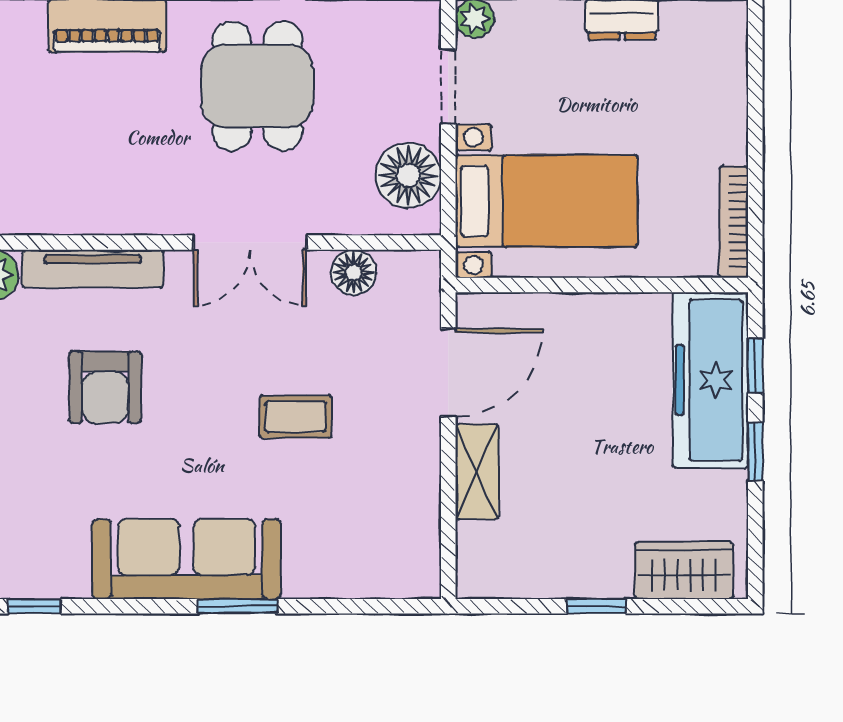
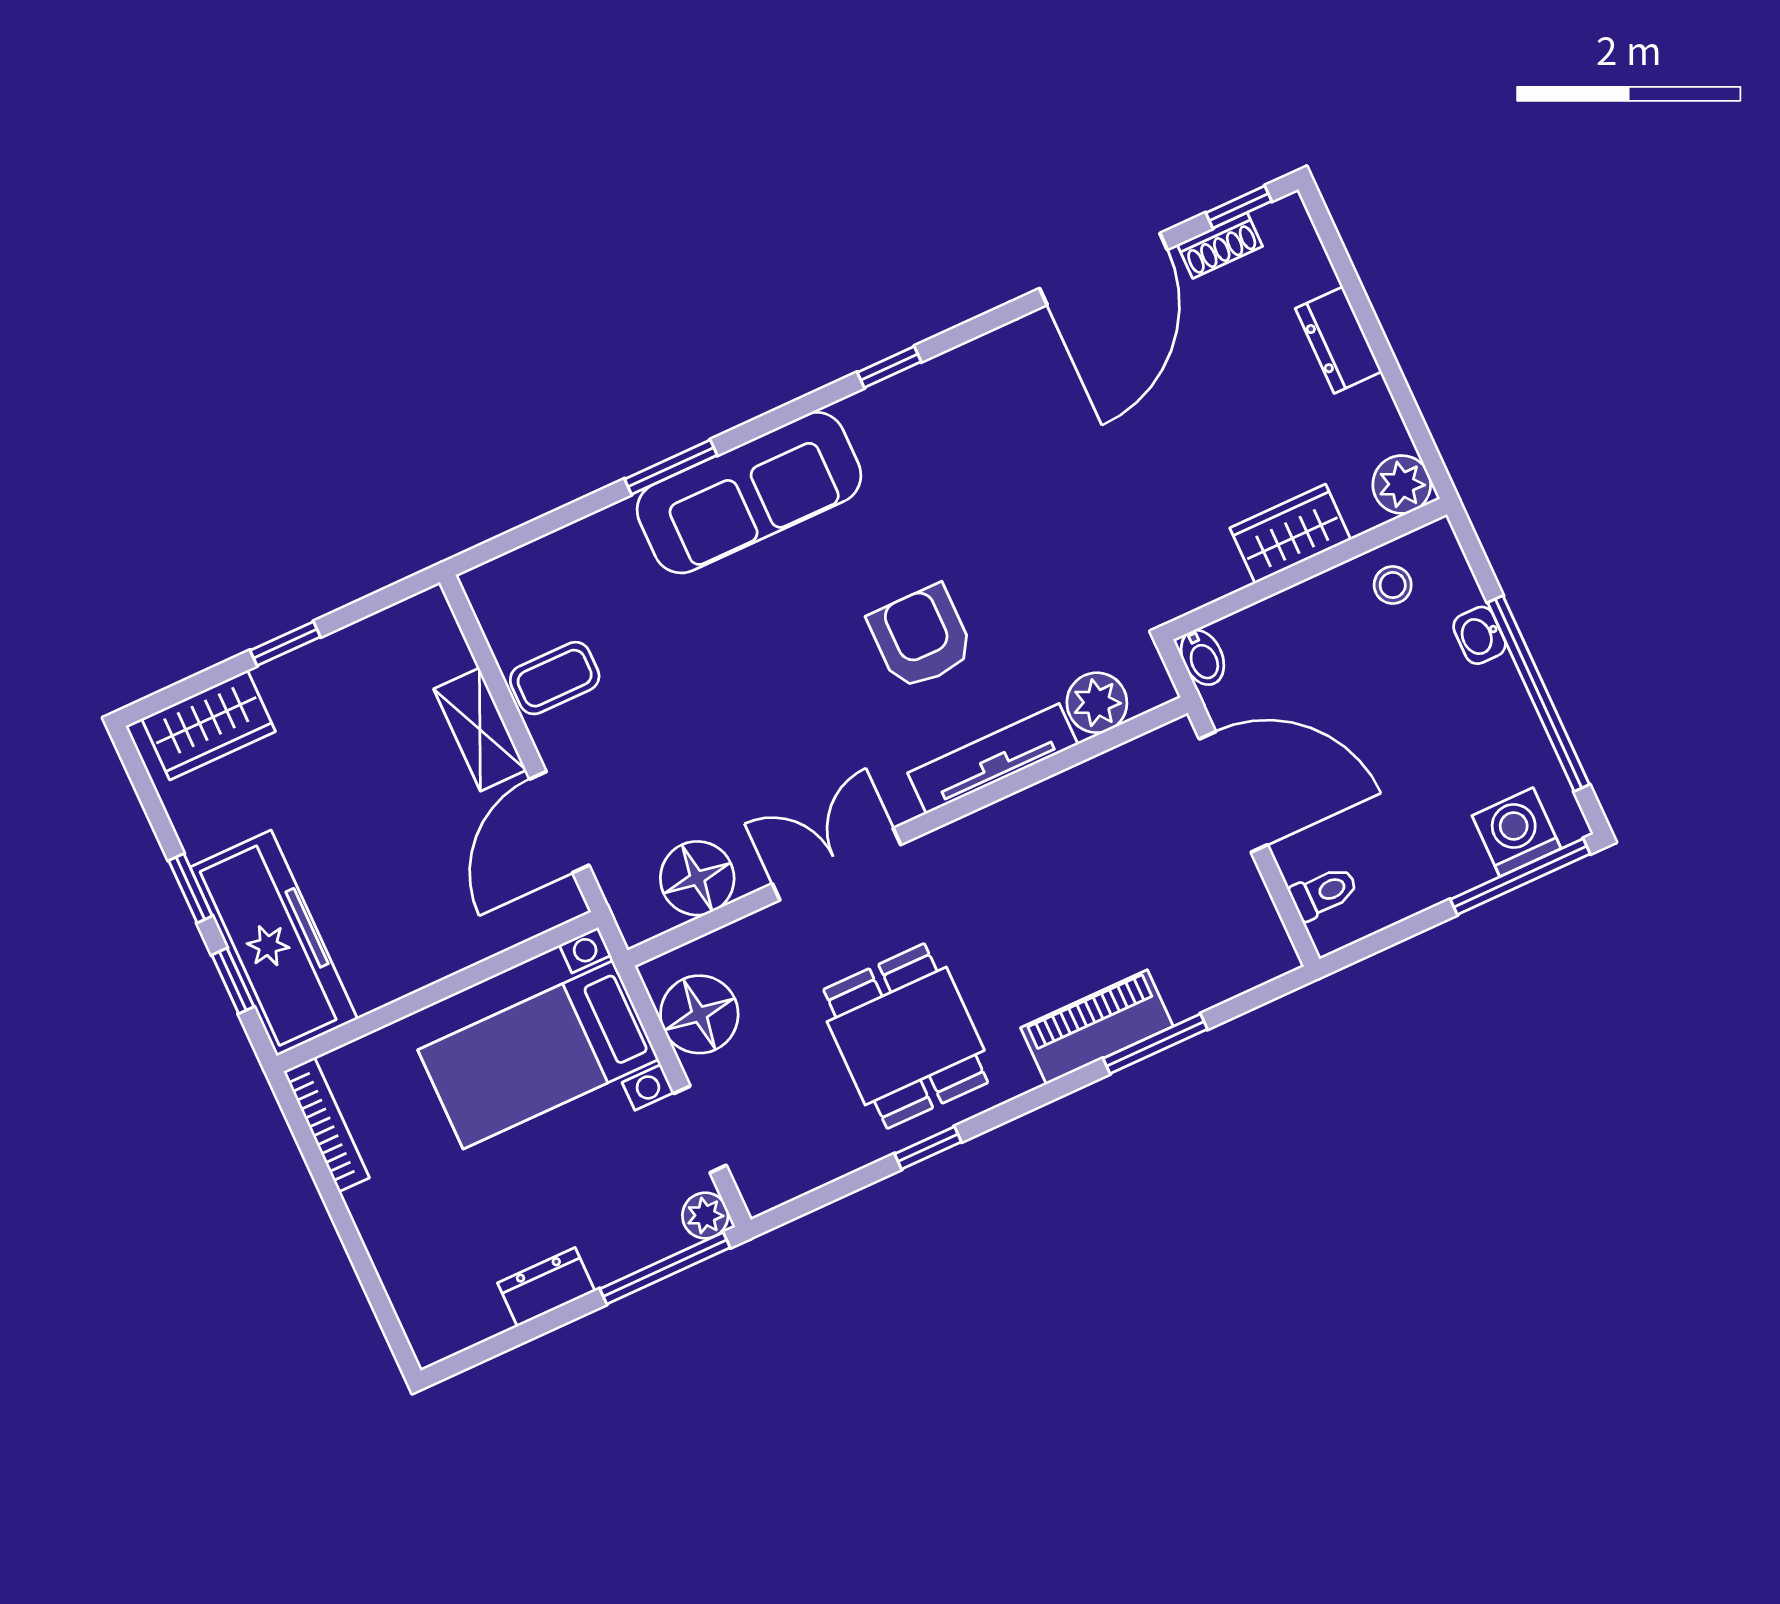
floor lamp: (354, 272) -> (697, 878), width x1.38, depth x1.38
coffee table: (296, 417) -> (555, 678), moved

